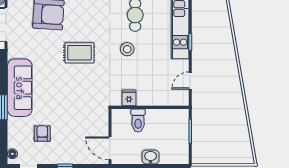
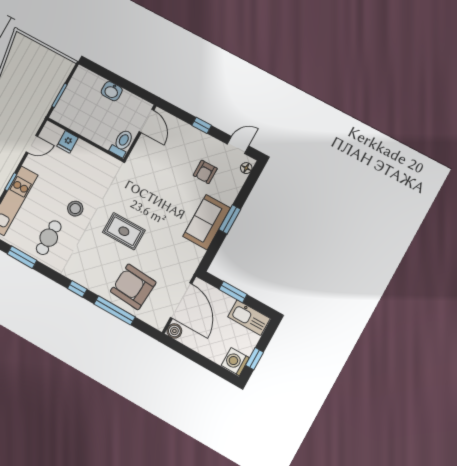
sofa: (20, 88) -> (207, 222), width x0.73
fridge: (129, 98) -> (68, 142), moved
toilet: (138, 120) -> (122, 143), moved

